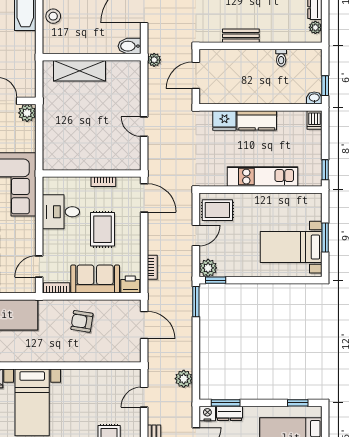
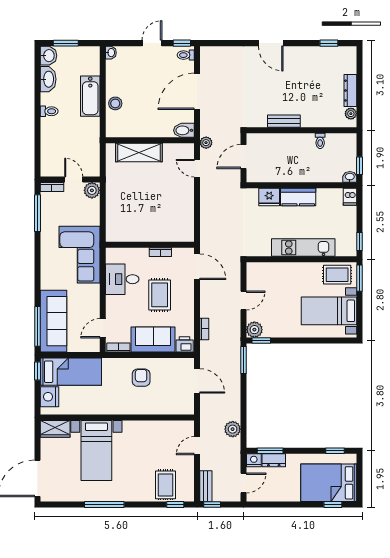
door: (144, 127) -> (197, 168), moved
rug: (217, 210) -> (337, 275), moved
window: (325, 237) -> (360, 278), moved
armchair: (82, 321) -> (141, 378), turned 81

